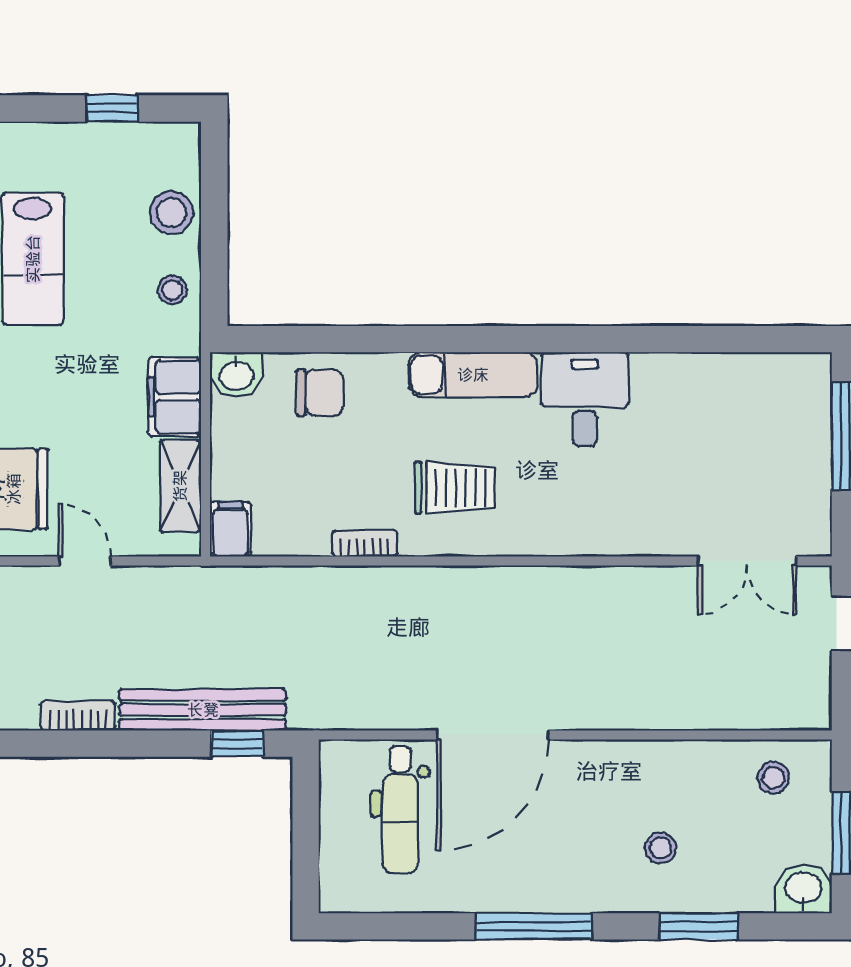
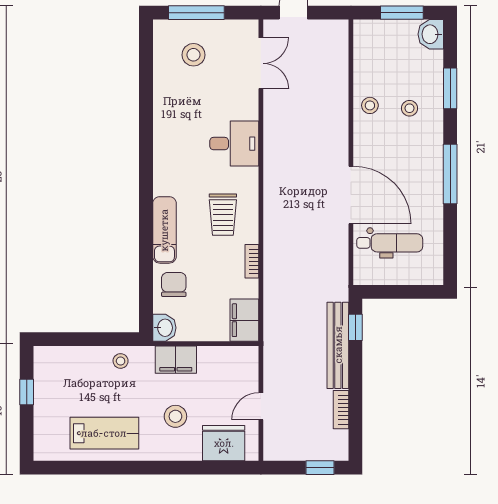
stool: (171, 213) -> (175, 416), moved
exam couch: (473, 375) -> (164, 230), moved
desk: (585, 399) -> (234, 144), moved, turned 180
stool: (764, 431) -> (193, 55), added
shelving: (180, 486) -> (222, 357), removed
trolley: (455, 488) -> (223, 215), turned 180
filing cabinet: (230, 529) -> (244, 320), width x2.00
stool: (773, 778) -> (370, 105), moved

